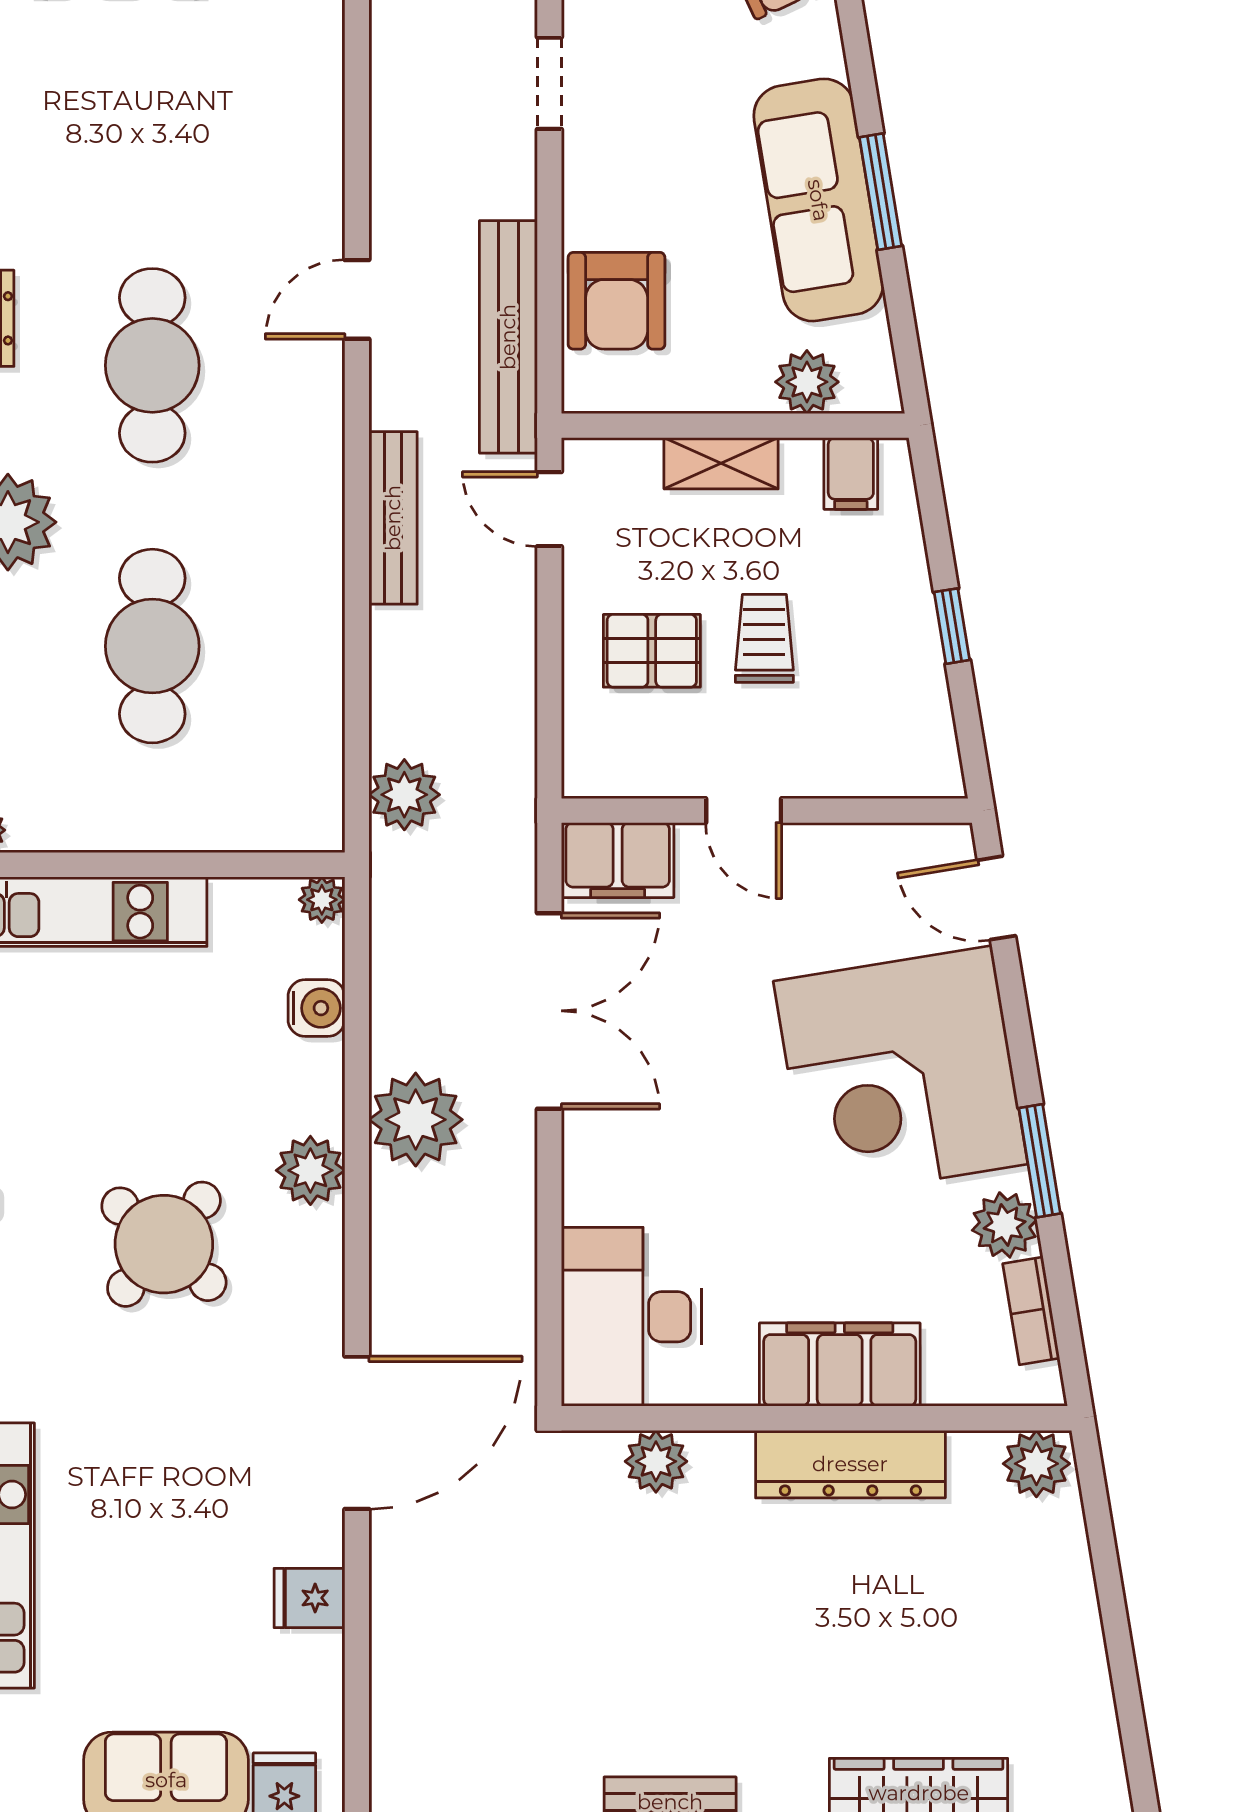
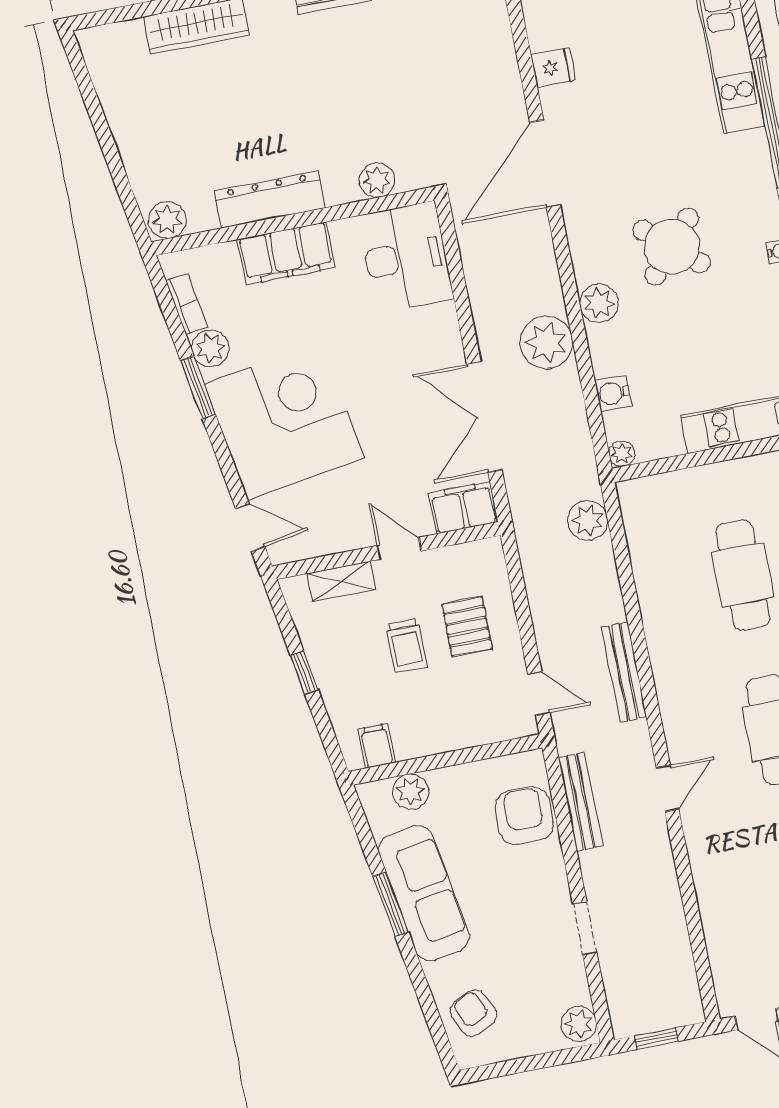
bench: (508, 337) -> (581, 802), width x0.73, depth x0.82
shelving: (721, 463) -> (341, 581), moved
pallet: (652, 651) -> (467, 627), turned 90

